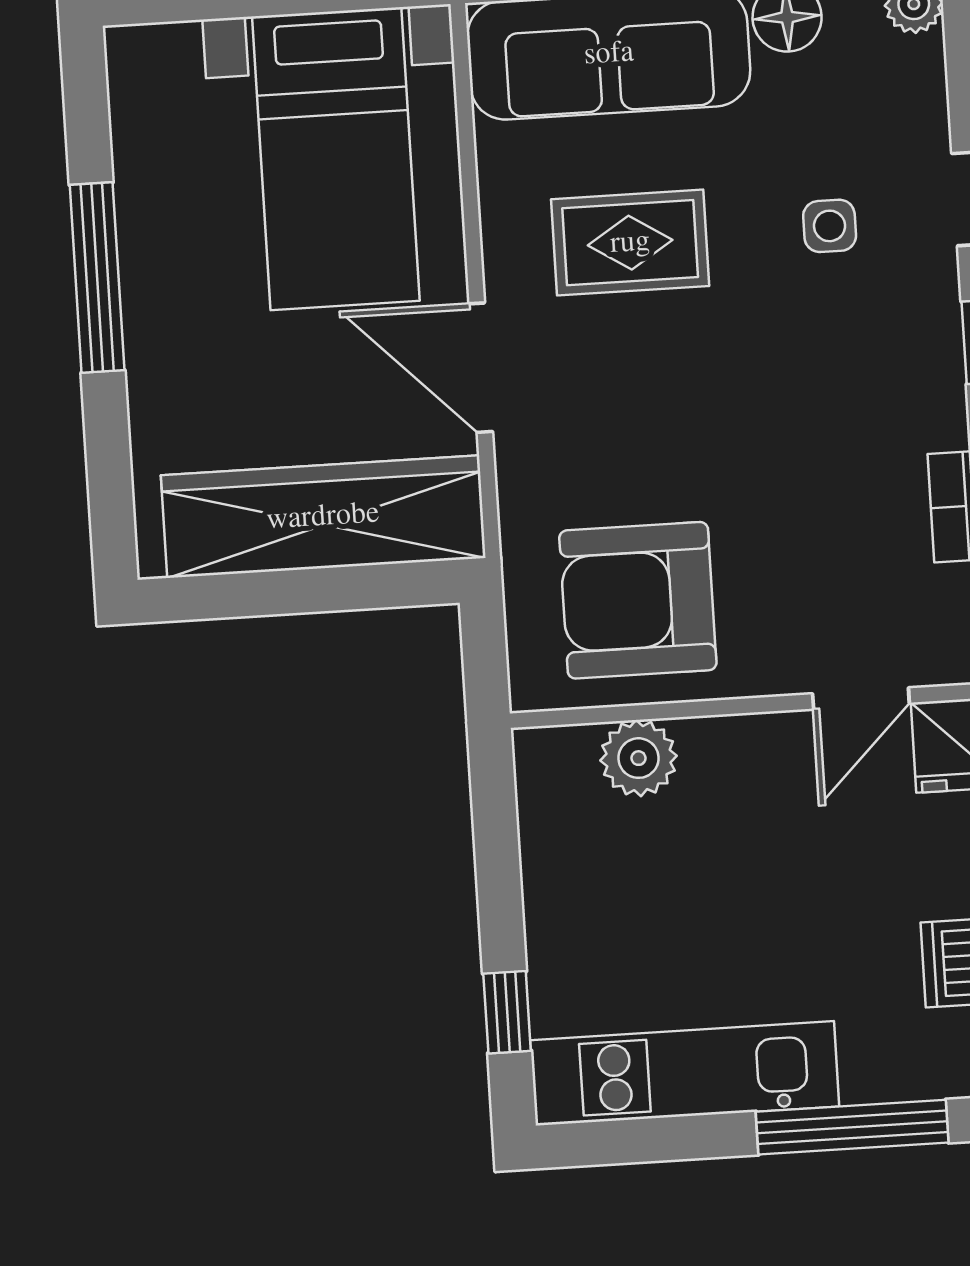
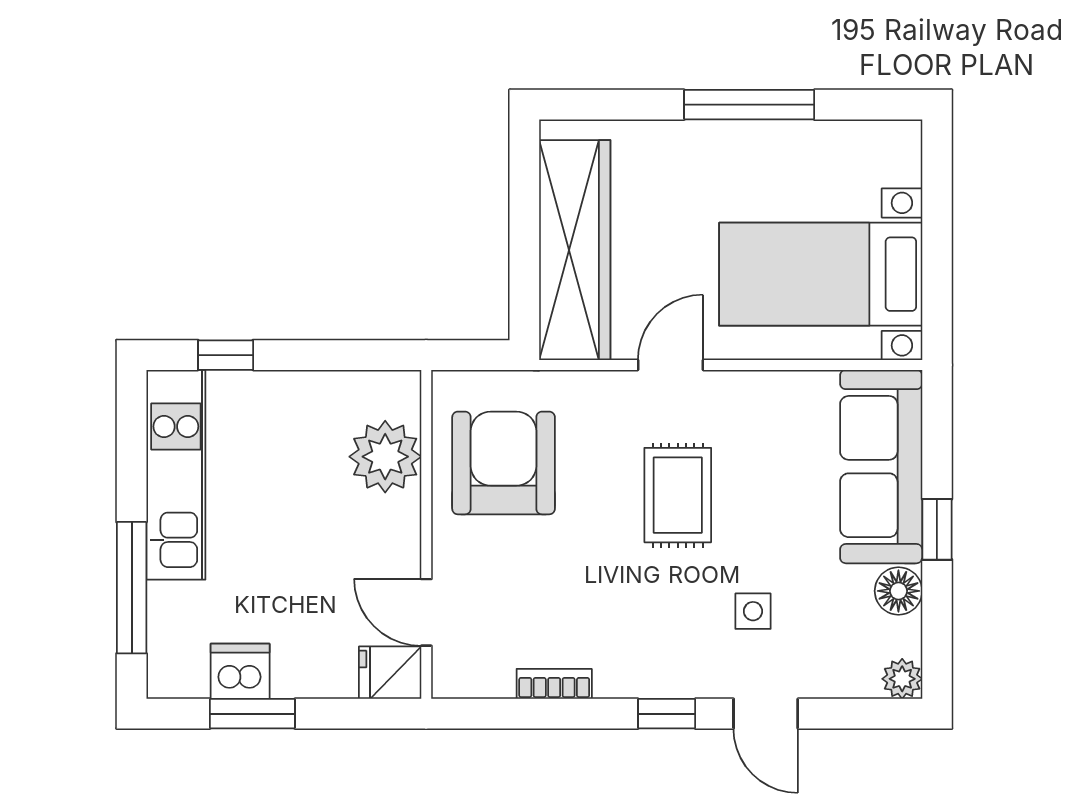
rug: (630, 243) -> (678, 495), moved
door: (481, 368) -> (670, 365), width x0.73
plant: (639, 758) -> (385, 457), width x1.36, depth x1.36

